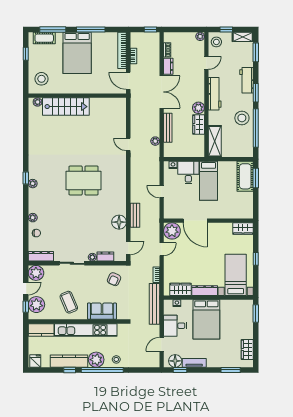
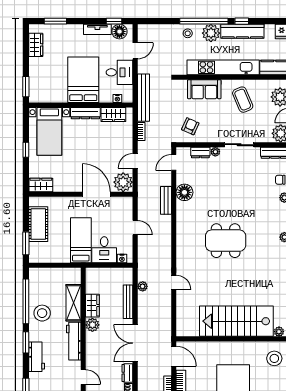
door: (206, 63) -> (83, 377), swing flipped
stairs: (66, 107) -> (236, 321), width x1.36, depth x1.51
shelving: (215, 141) -> (74, 303), moved
cot: (245, 176) -> (38, 224), moved

